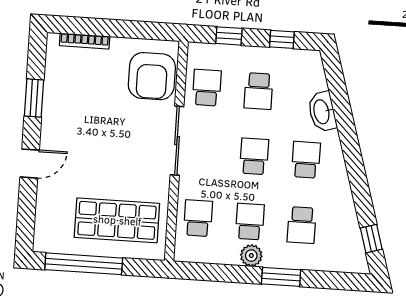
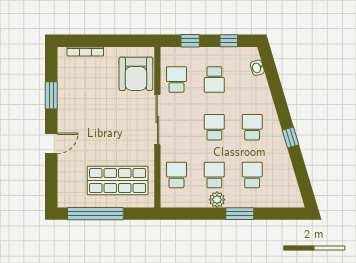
washbasin: (322, 112) -> (257, 68), moved, width x0.52, depth x0.69
school desk: (302, 225) -> (252, 175), turned 180
window: (371, 239) -> (290, 137), moved

